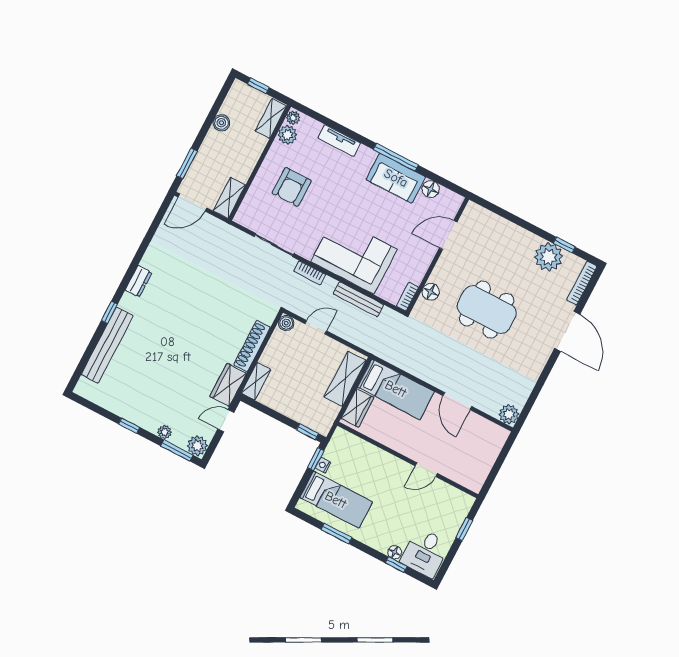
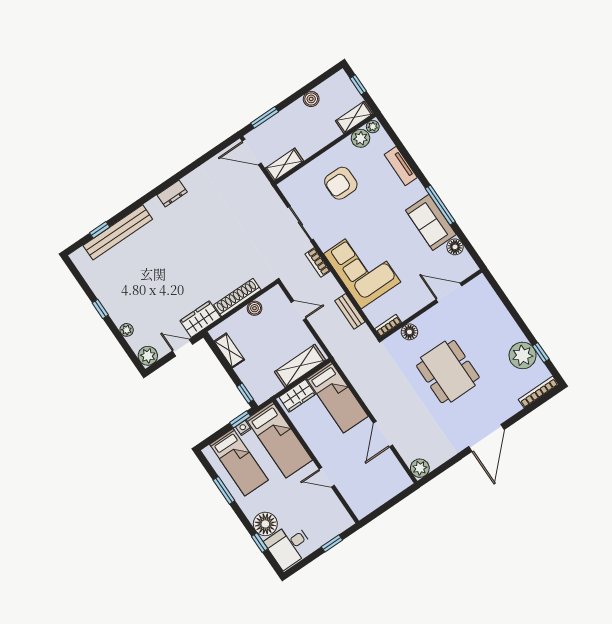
bench: (359, 299) -> (350, 311), width x0.73
window: (109, 312) -> (100, 230), moved
boiler: (286, 323) -> (255, 308), moved
door: (567, 331) -> (486, 438), moved
shelving: (256, 381) -> (229, 351), moved, turned 90
window: (177, 450) -> (129, 351), removed
bed: (363, 458) -> (279, 440), added
floor lamp: (395, 552) -> (265, 524), width x1.89, depth x1.89

